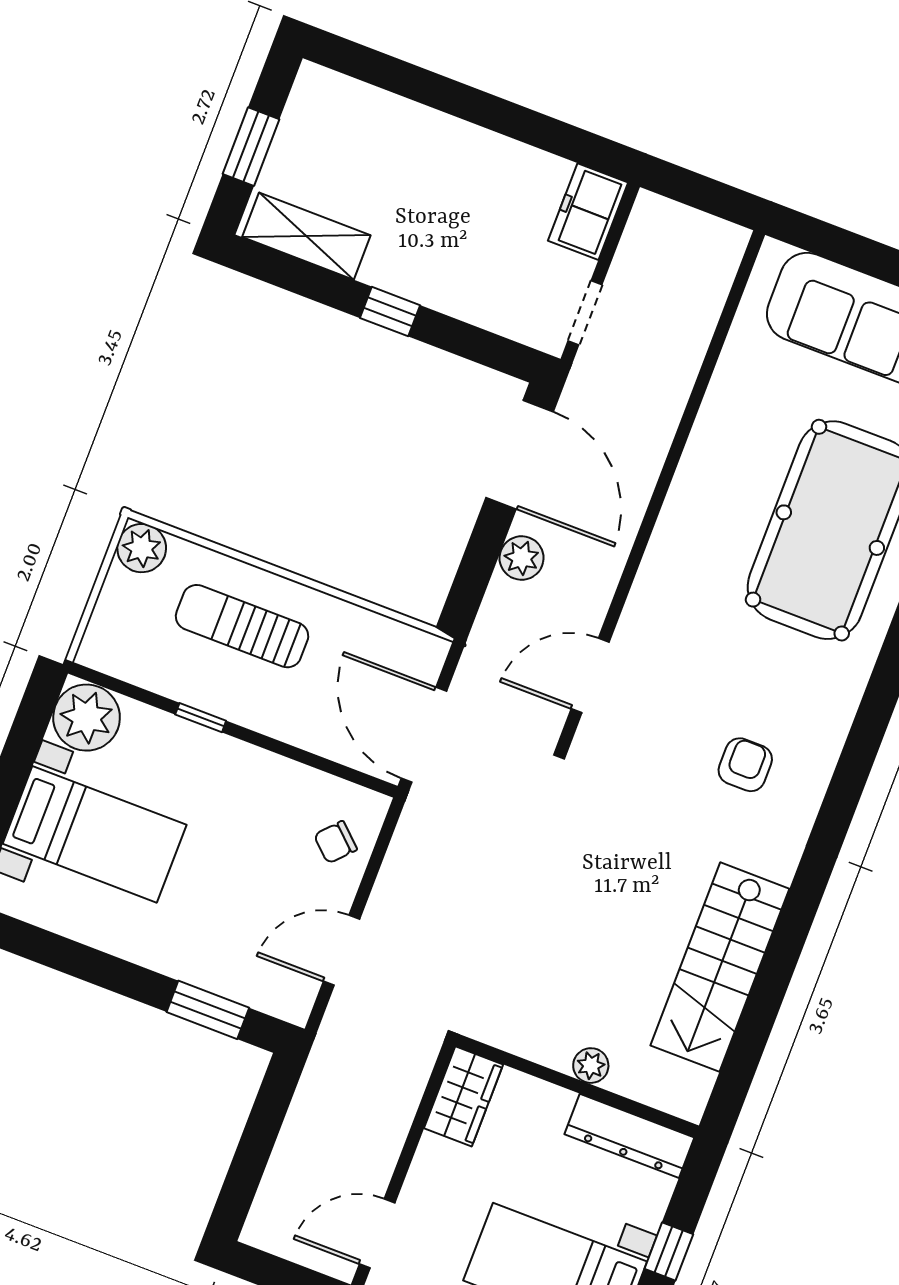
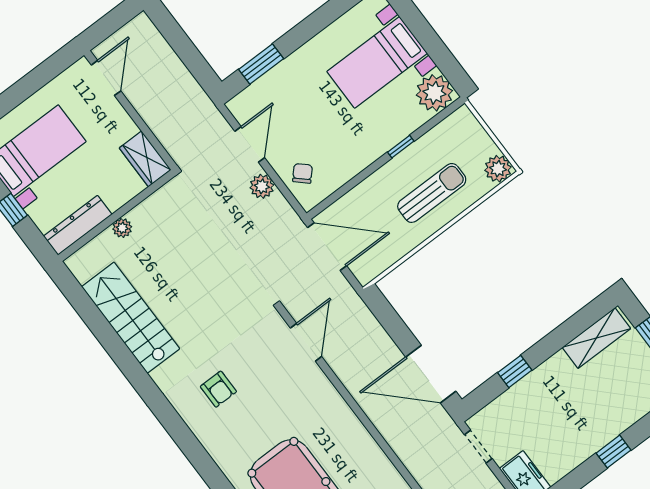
window: (463, 102) -> (614, 452), added
window: (390, 312) -> (515, 371), moved
plant: (522, 558) -> (262, 186), moved

